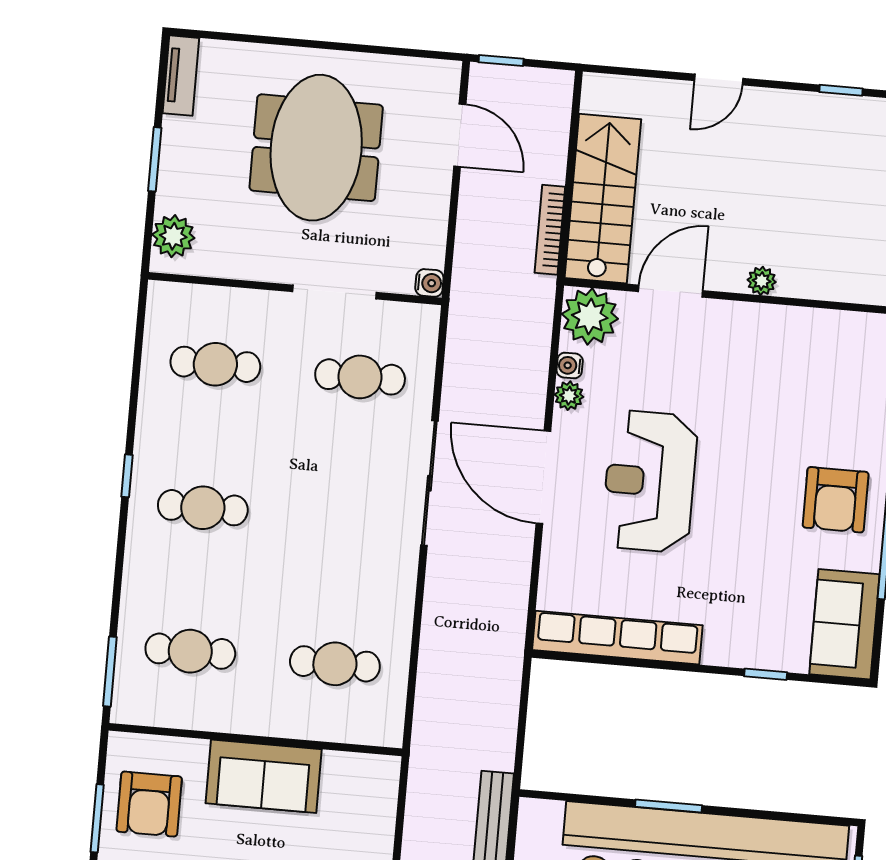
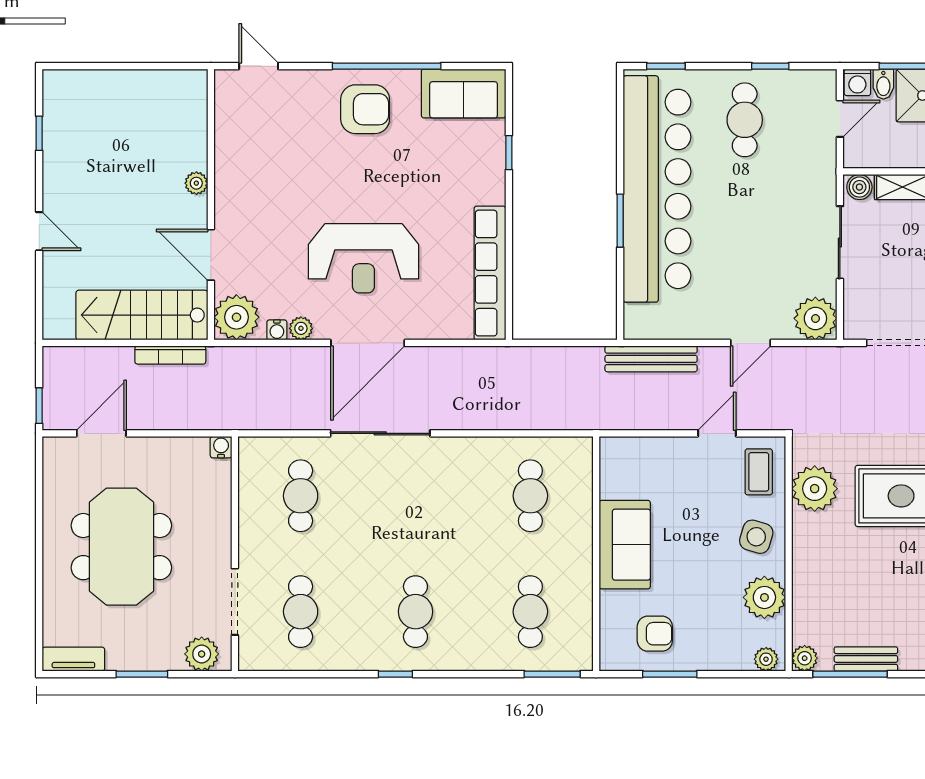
meeting table: (316, 148) -> (121, 547), turned 90
doorway: (335, 292) -> (235, 602), moved
armchair: (149, 804) -> (655, 634), width x0.72, depth x0.72

